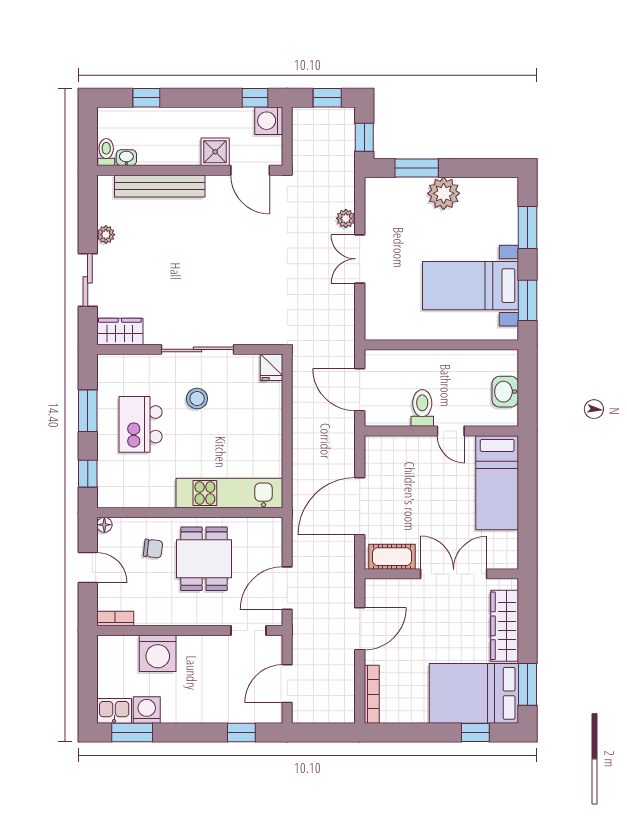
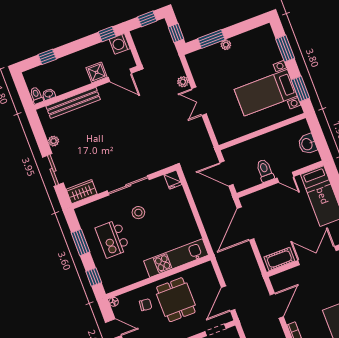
plant: (444, 193) -> (226, 45), width x0.53, depth x0.53
door: (360, 506) -> (246, 224), moved

